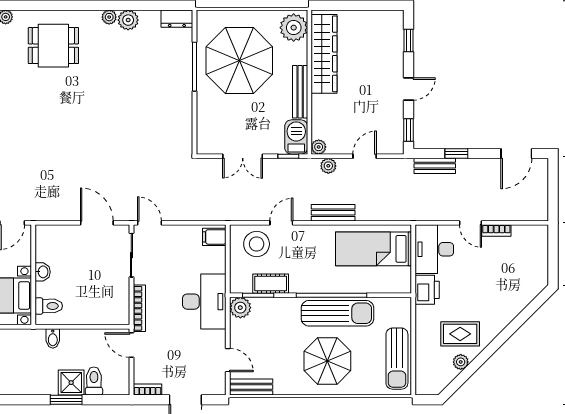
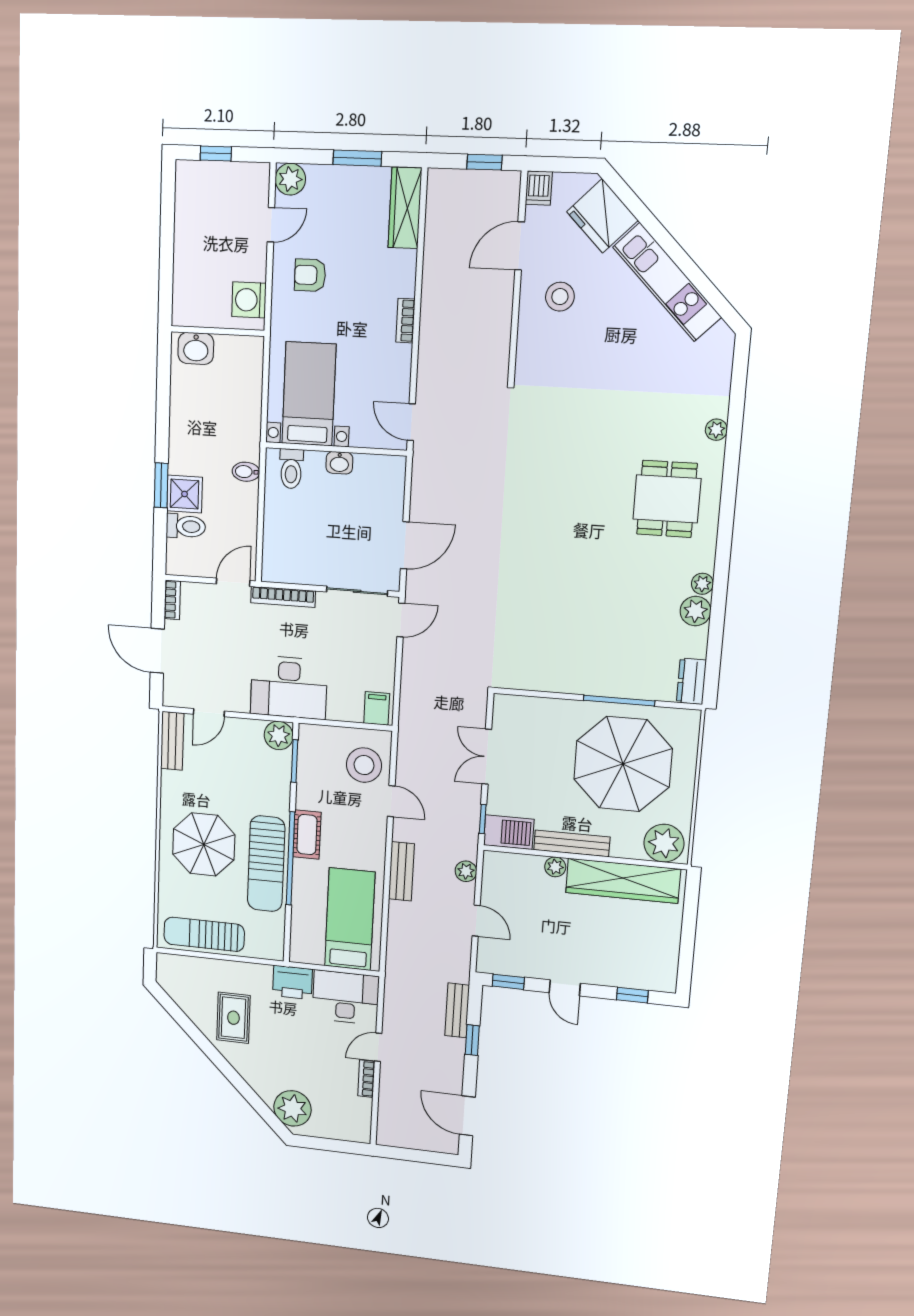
plant: (319, 147) -> (555, 867), moved
cot: (271, 284) -> (307, 835), moved
plant: (461, 362) -> (292, 1108), moved, width x1.87, depth x1.87

